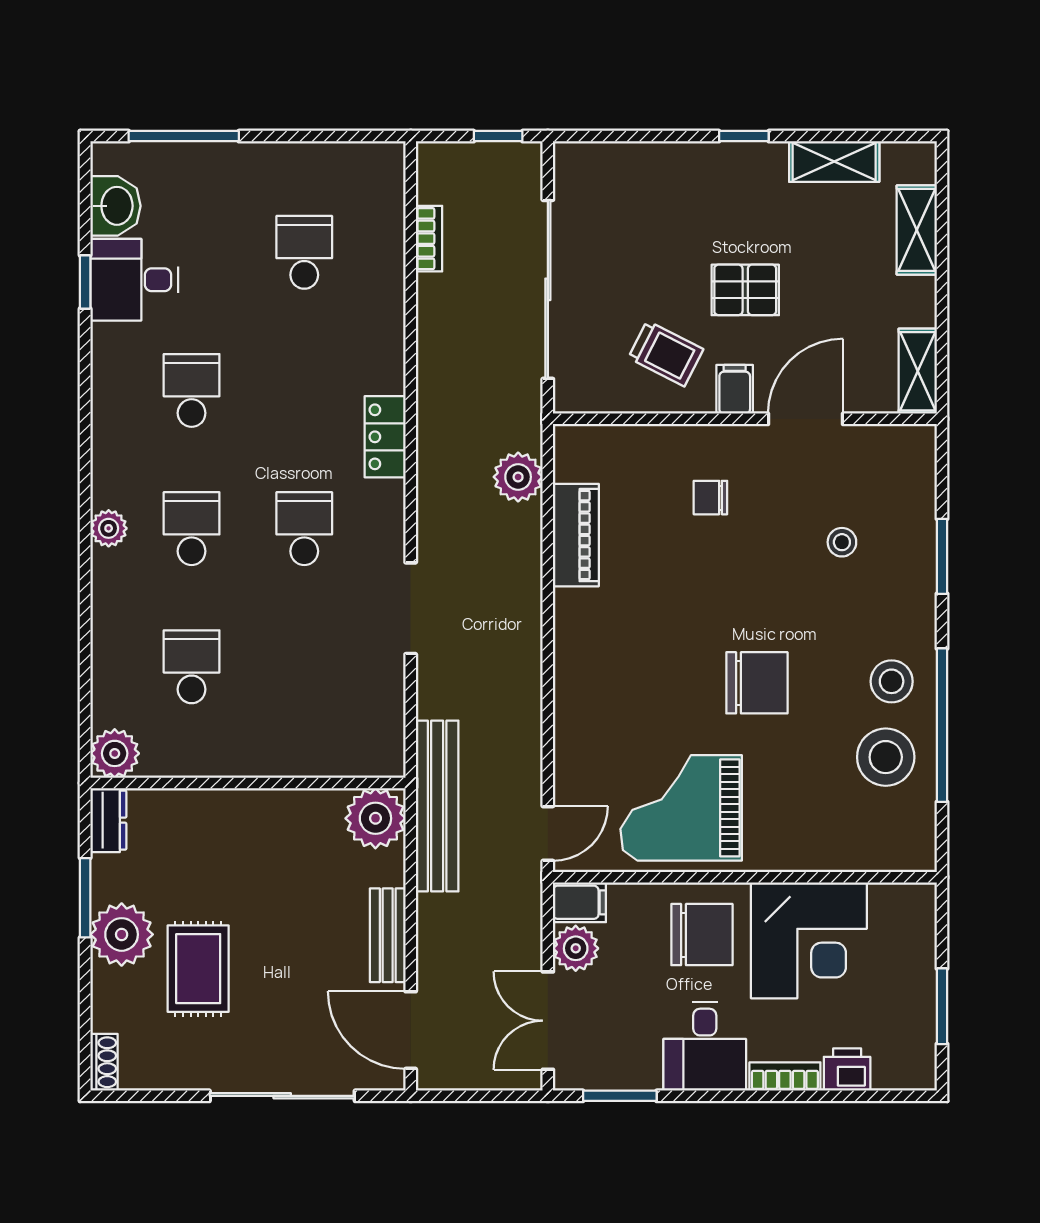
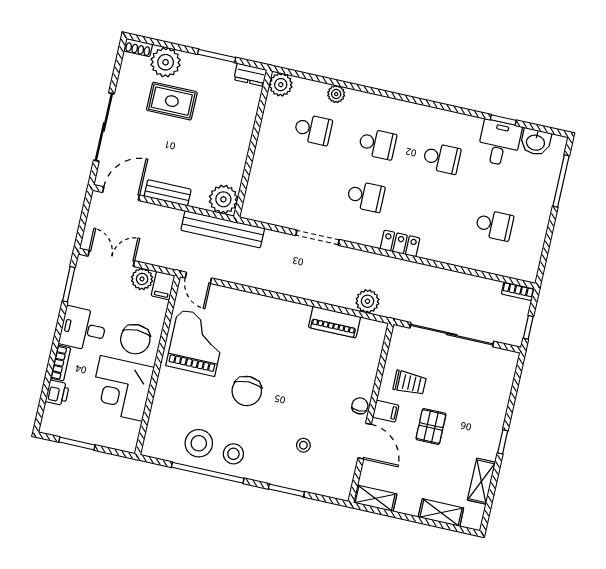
bookcase: (429, 239) -> (518, 291), moved
trolley: (666, 354) -> (410, 383), turned -117
chair: (710, 498) -> (360, 406), moved
plant: (109, 528) -> (336, 94), moved
plant: (122, 934) -> (166, 62), moved

